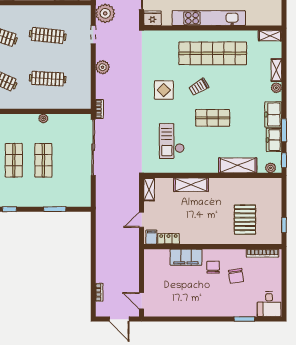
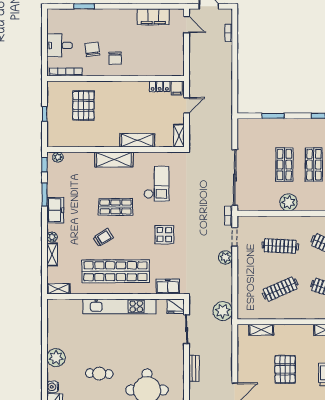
clothes rail: (48, 35) -> (280, 289), turned -30
doorway: (93, 35) -> (235, 237), moved
trolley: (199, 87) -> (103, 238), moved
plant: (43, 118) -> (288, 202), width x1.88, depth x1.88
freezer: (274, 140) -> (168, 286), moved, turned -90
shelving: (238, 165) -> (114, 160), moved
window: (284, 225) -> (45, 114), moved
filing cabinet: (186, 257) -> (153, 17), moved, turned 180
desk: (269, 304) -> (59, 45), moved, turned -90

